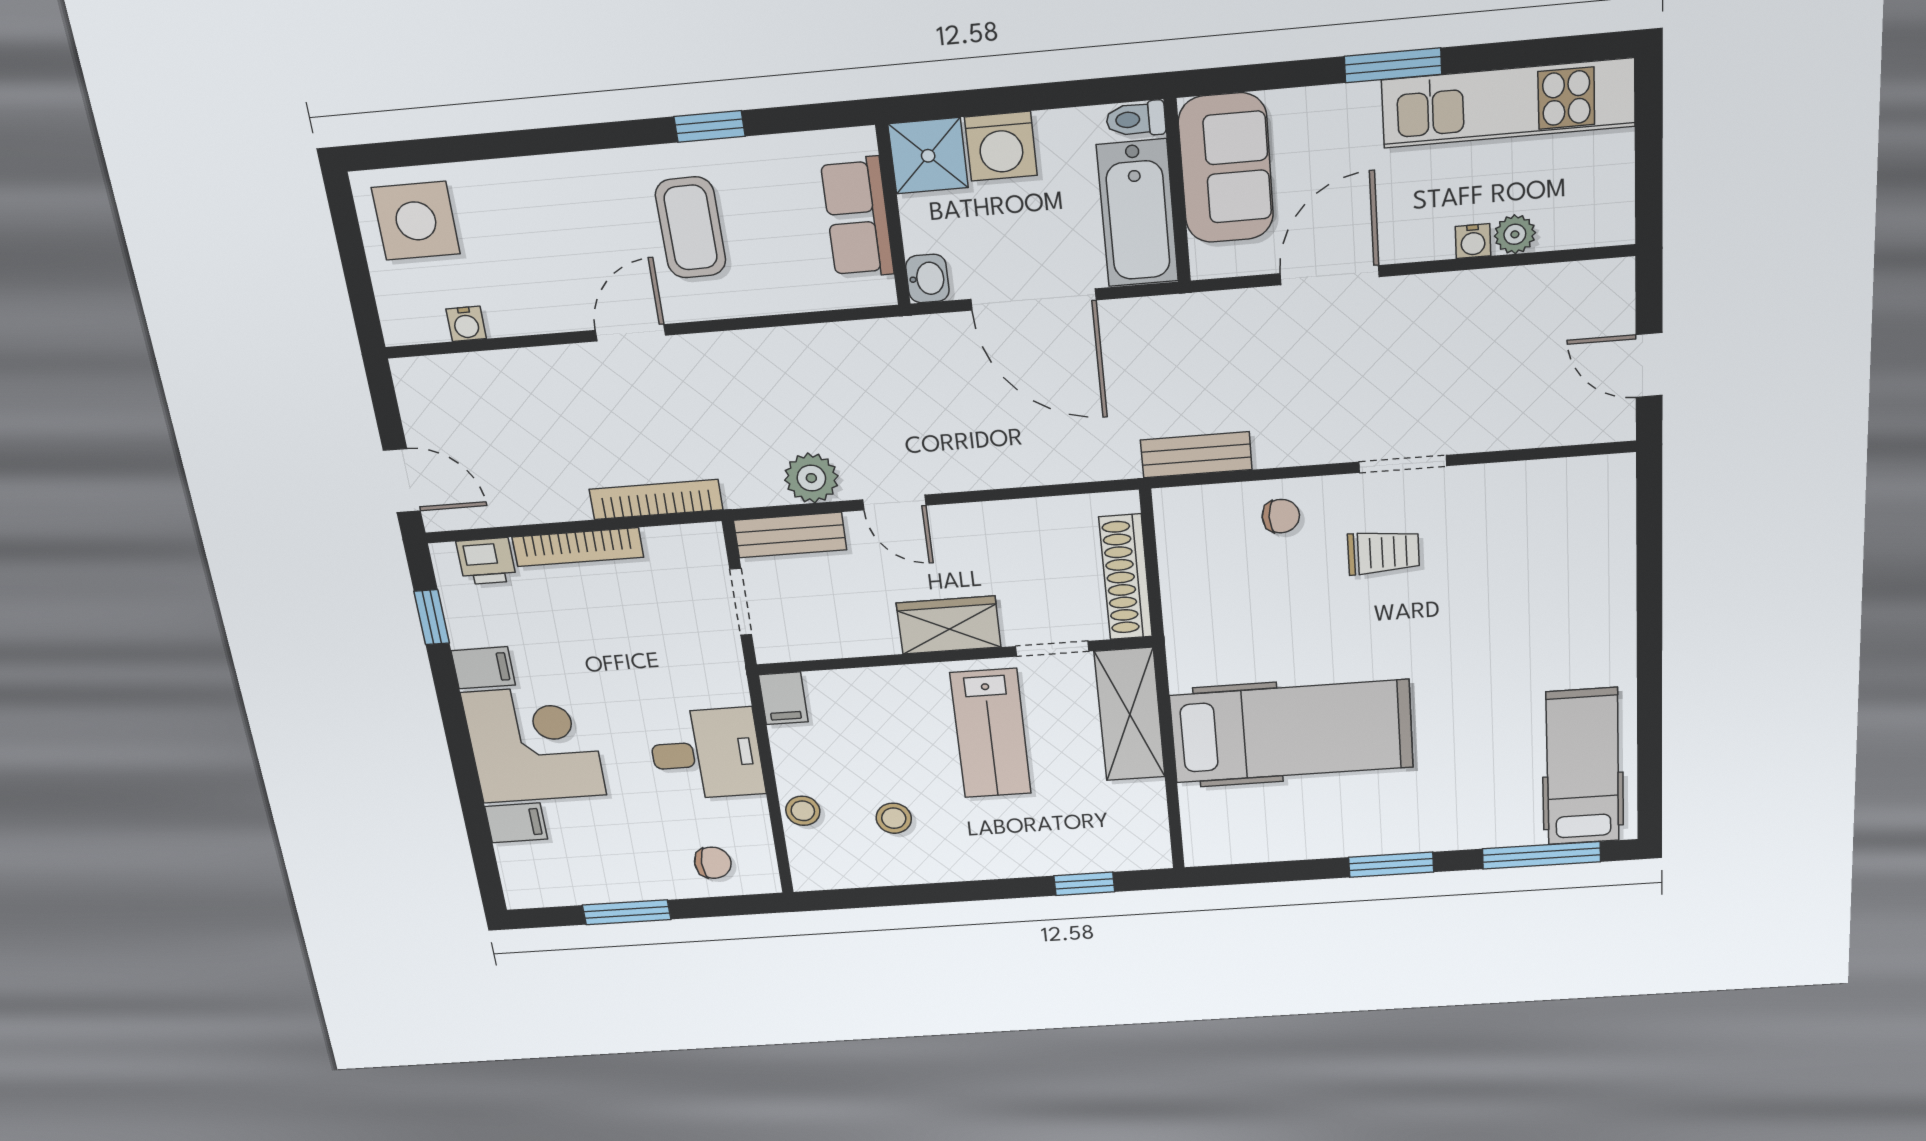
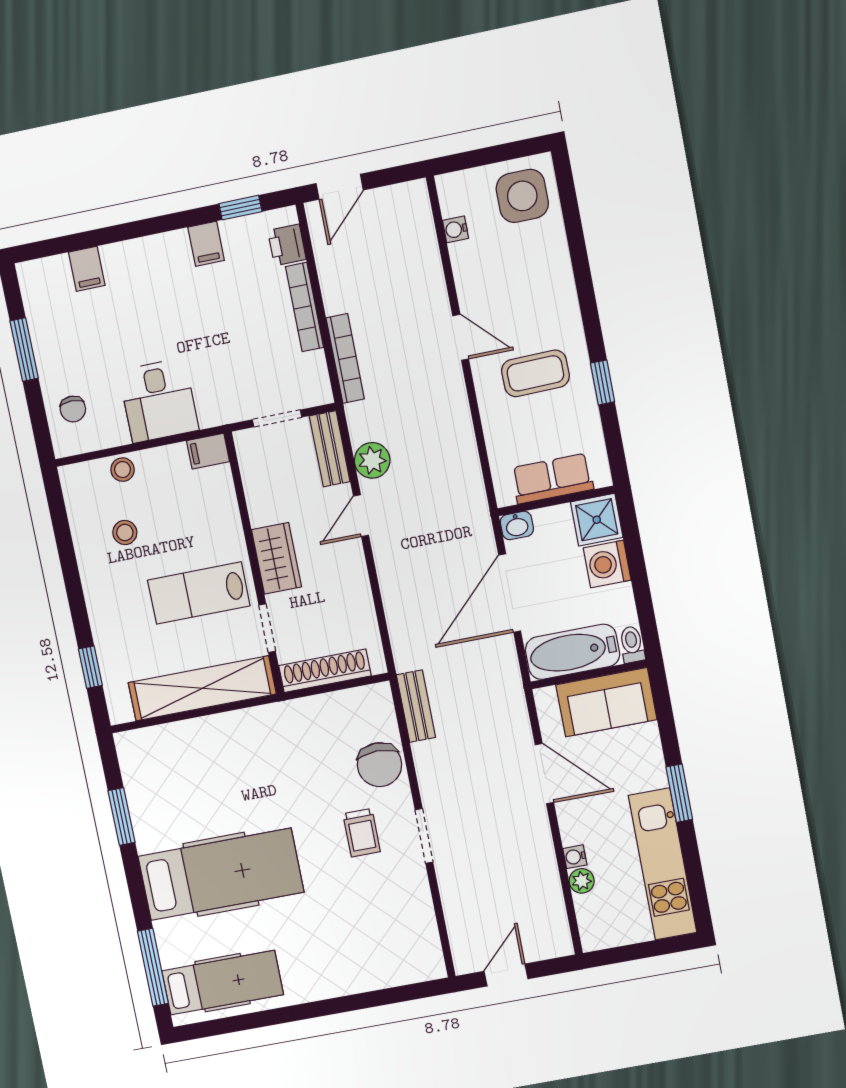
chair: (1281, 516) -> (379, 765), width x1.87, depth x1.87
shelving: (1130, 715) -> (202, 688), width x1.47
hospital bed: (1292, 731) -> (221, 874), moved, turned -90
corner desk: (534, 744) -> (151, 280), removed
window: (1391, 865) -> (122, 817), moved

